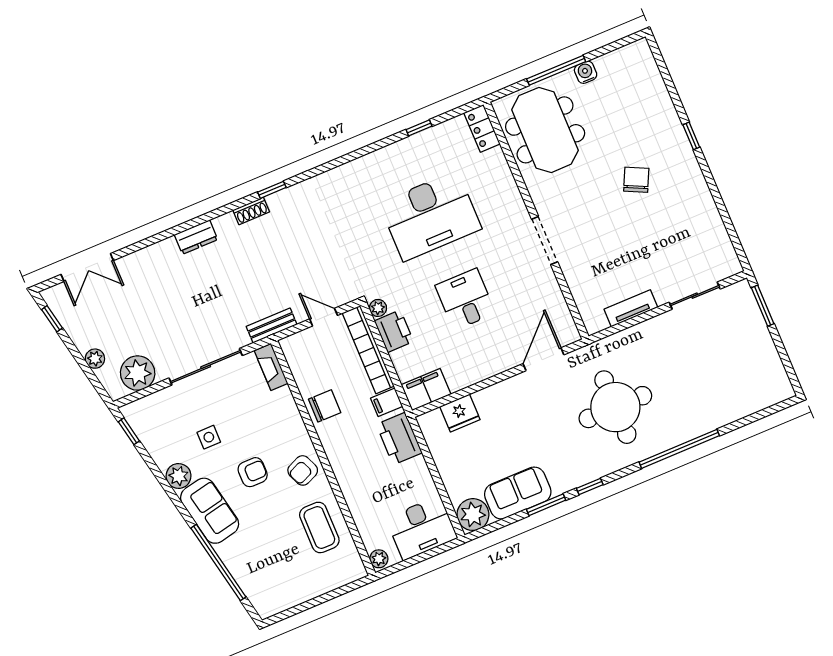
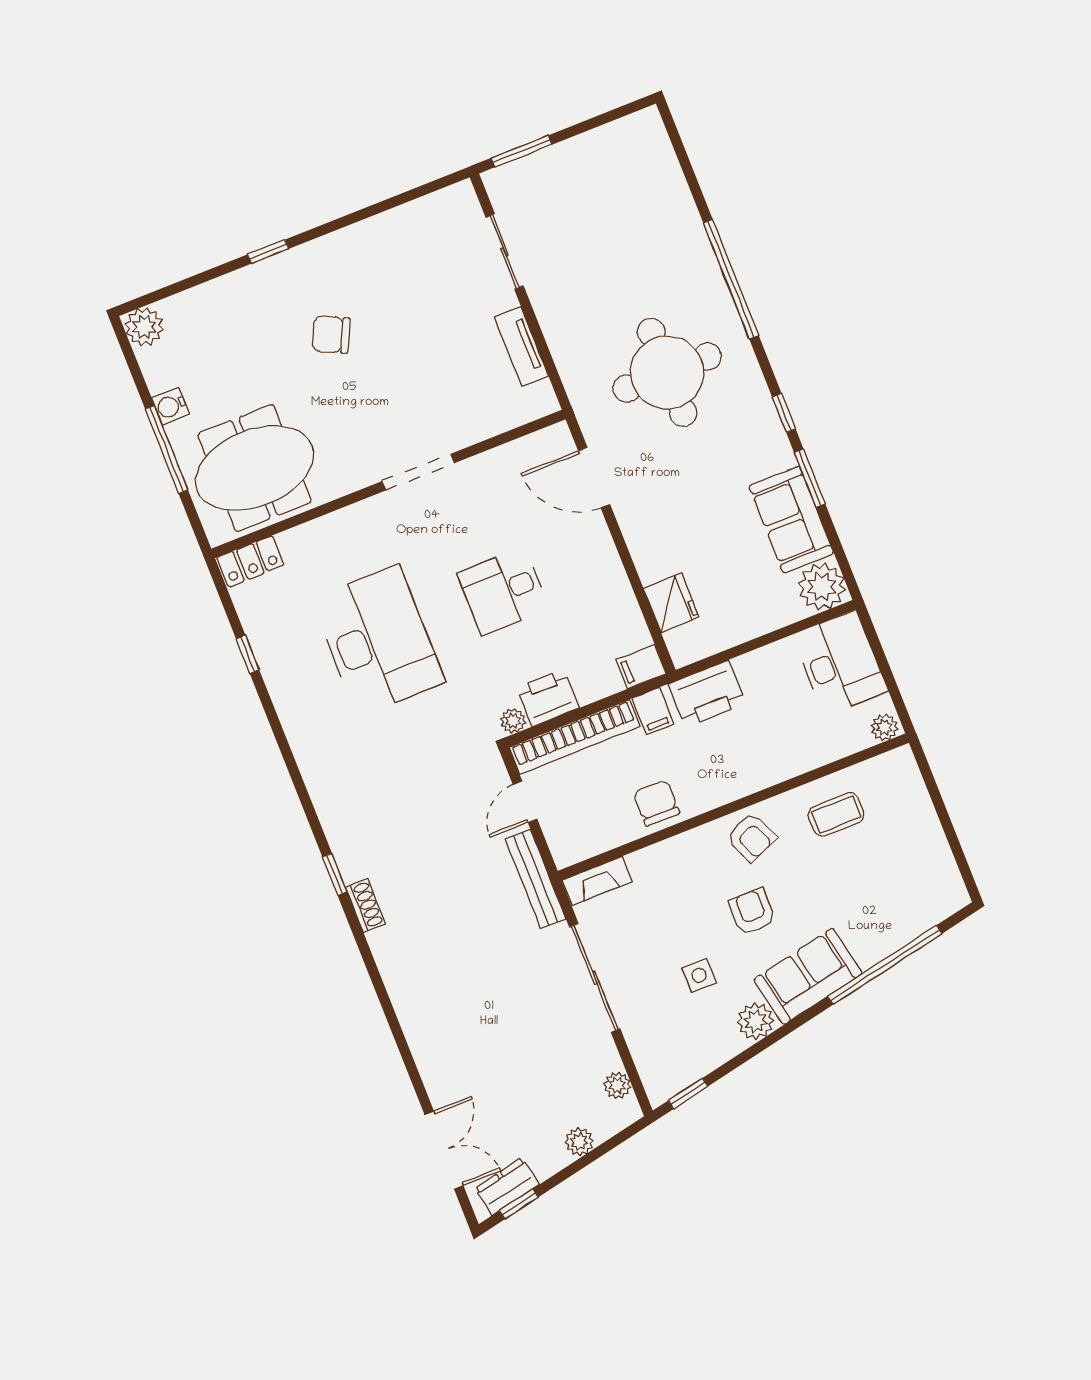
plant: (639, 53) -> (144, 327), added
dresser: (196, 237) -> (507, 1187), moved, turned -102
bench: (272, 325) -> (536, 879), width x1.36
plant: (138, 373) -> (617, 1085), width x0.53, depth x0.53
filing cabinet: (426, 390) -> (641, 667), width x0.50
coffee table: (319, 527) -> (836, 814), width x0.73, depth x0.77

